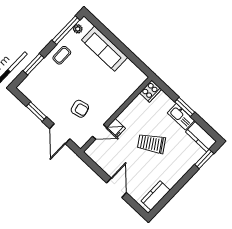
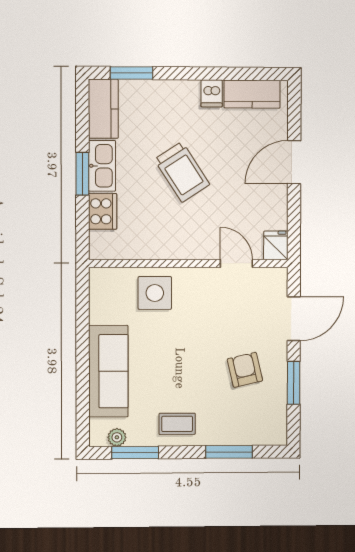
window: (66, 30) -> (135, 453), width x0.69
cooker: (151, 91) -> (103, 211), moved, turned 90
side table: (117, 92) -> (155, 293), added
armchair: (80, 109) -> (245, 370), moved
fridge: (116, 128) -> (276, 245), moved
dishwasher: (170, 181) -> (212, 93), added

